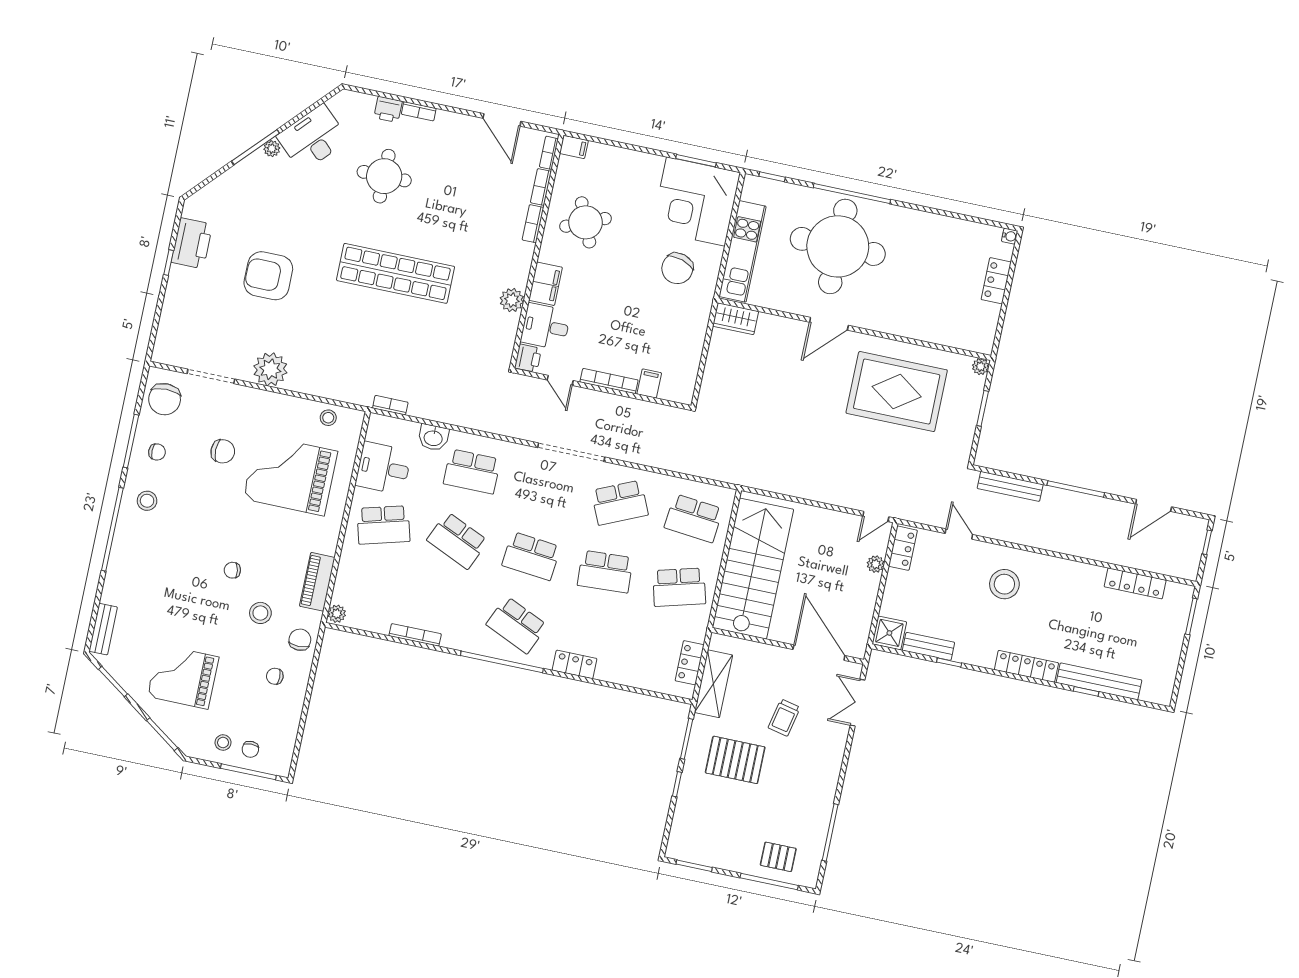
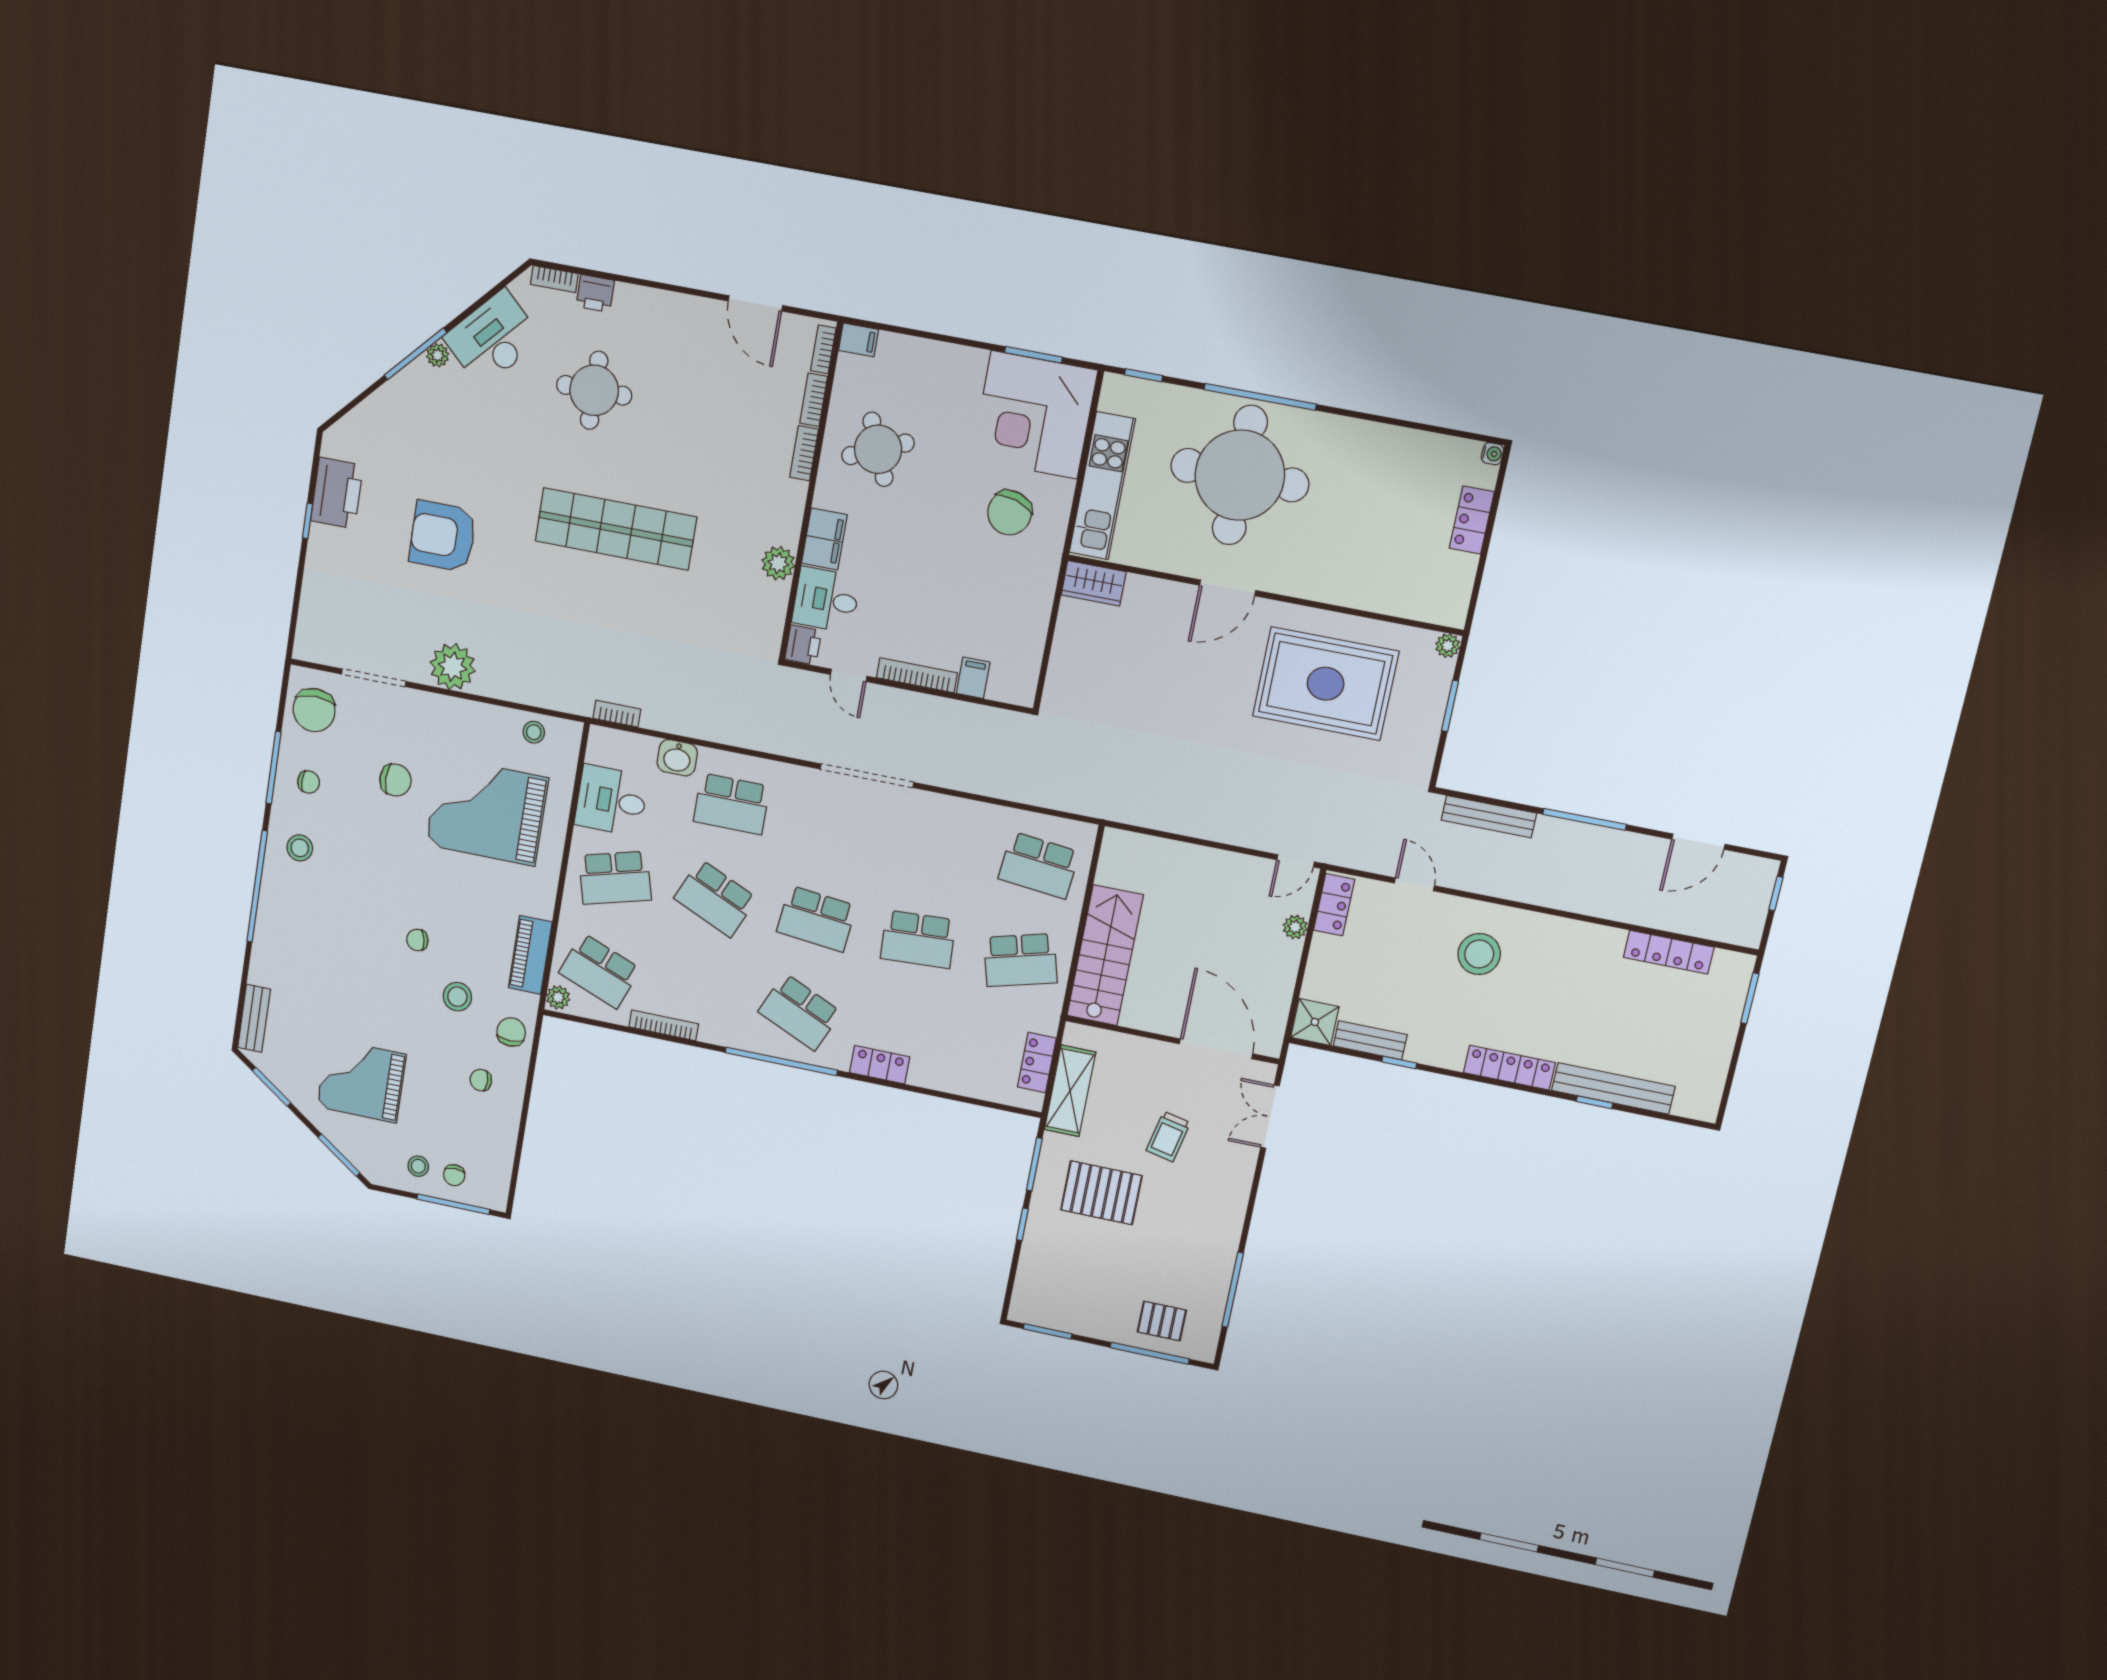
bookcase: (419, 111) -> (554, 279), moved
school desk: (620, 503) -> (600, 971), moved, turned 45
stairs: (753, 569) -> (1105, 955), width x0.73, depth x0.66

